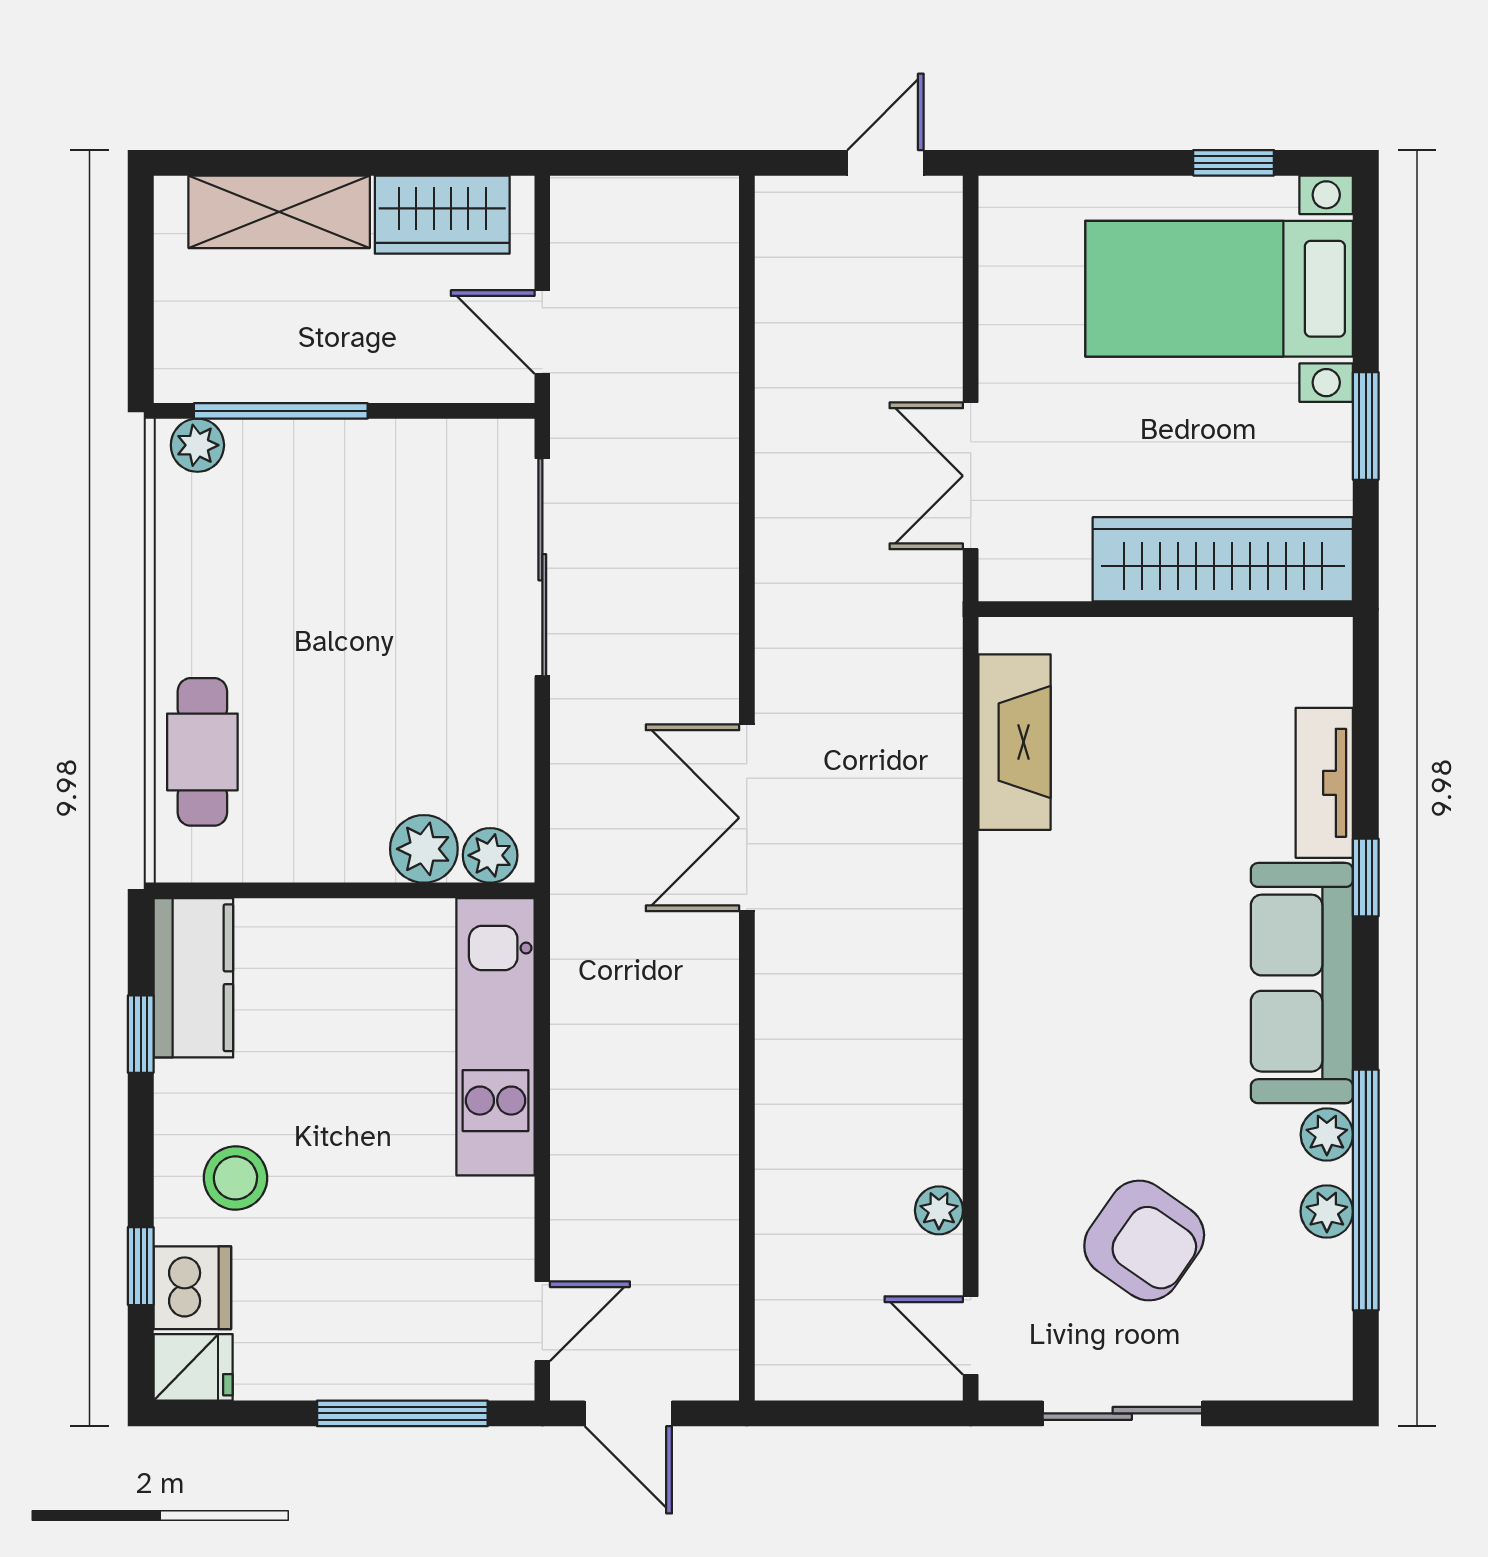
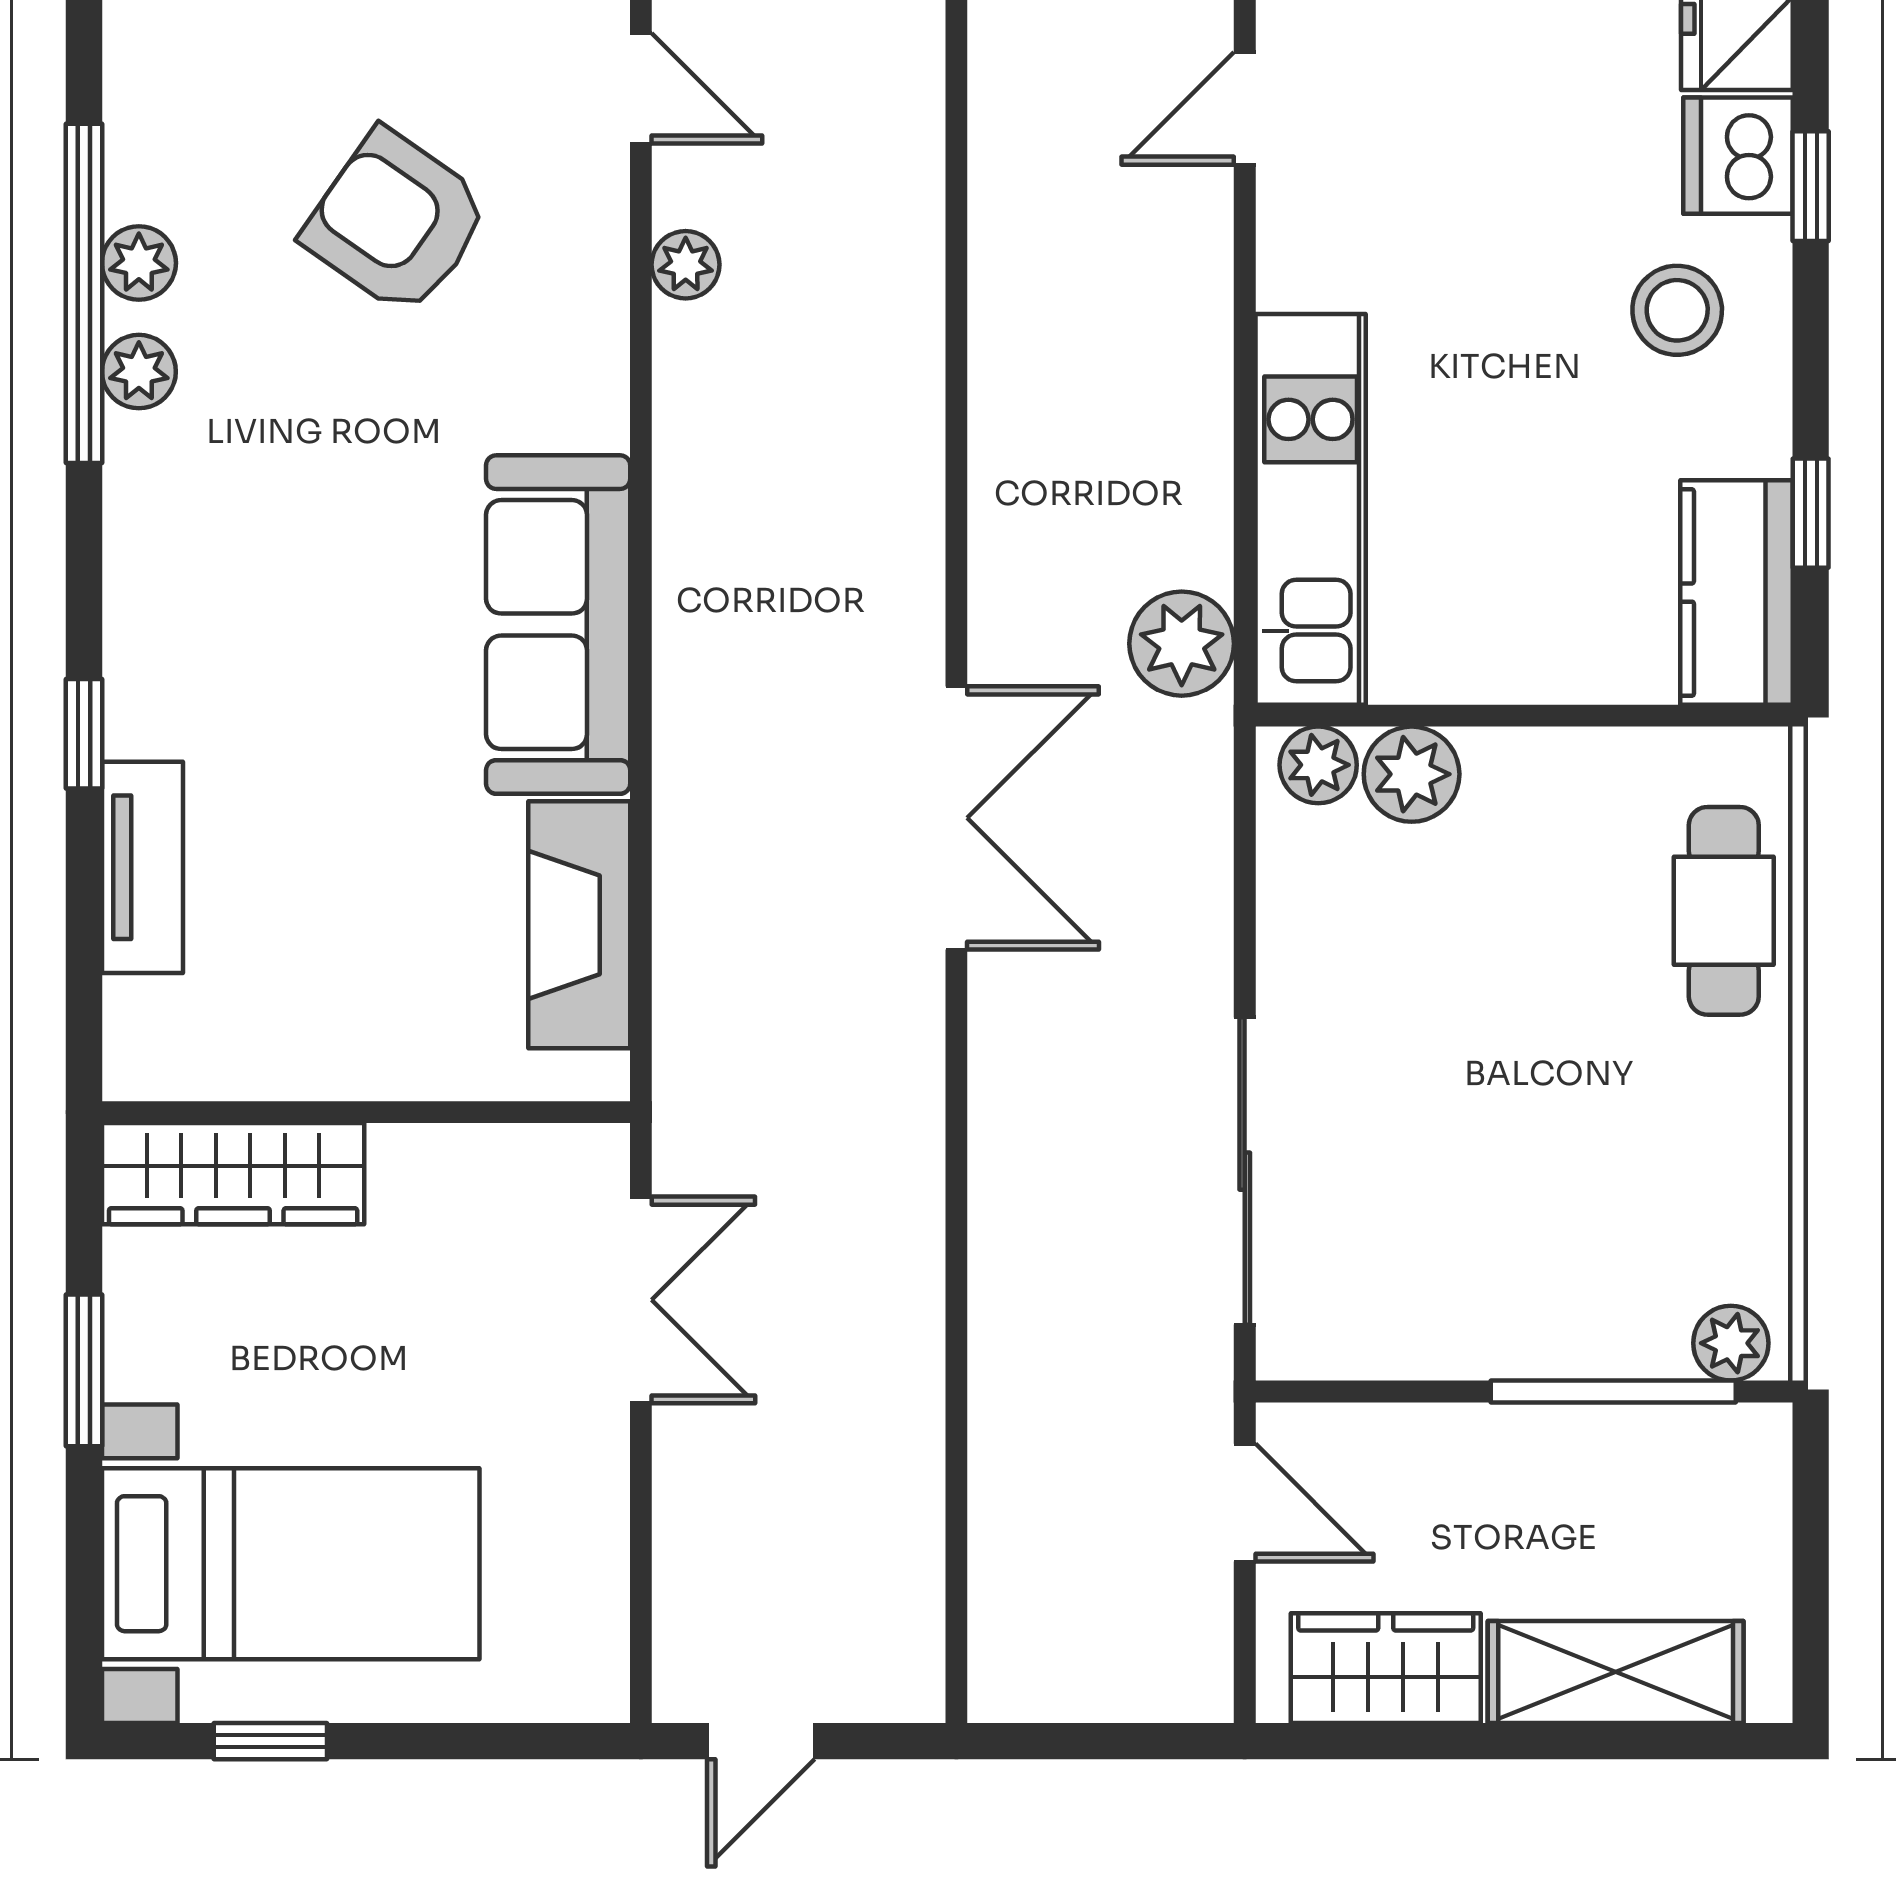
wardrobe: (1223, 559) -> (233, 1174), width x0.71, depth x0.85
plant: (587, 942) -> (1182, 644), added
sofa: (1302, 983) -> (558, 625), moved, turned 180

